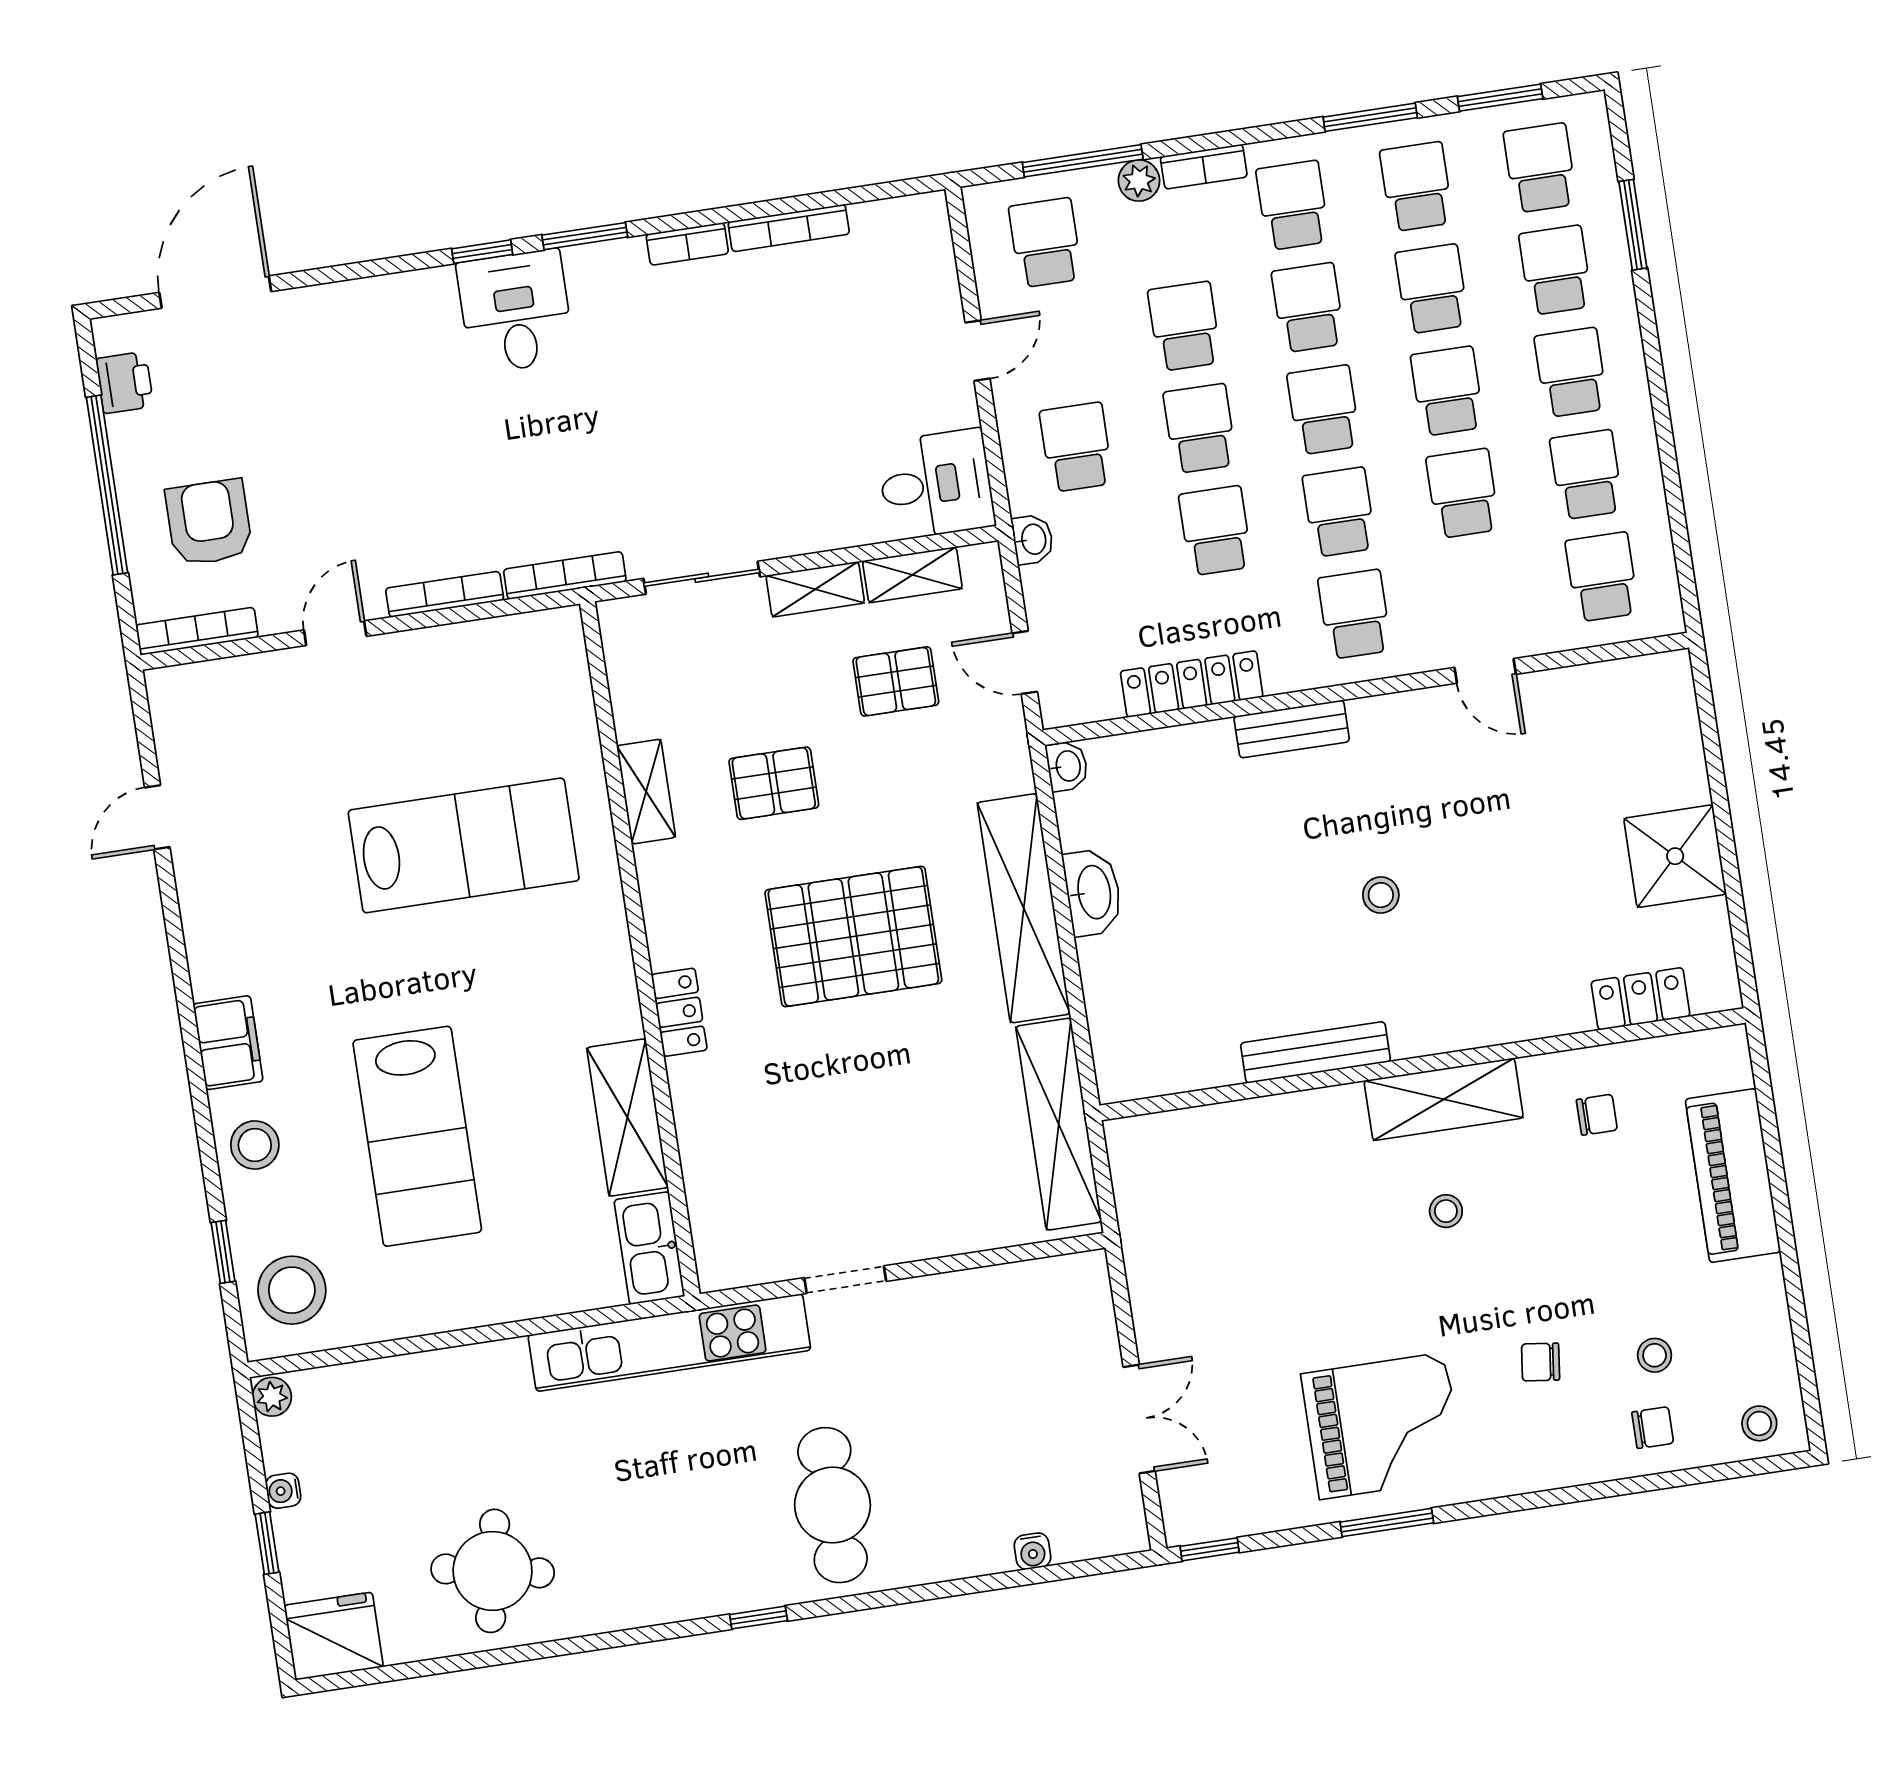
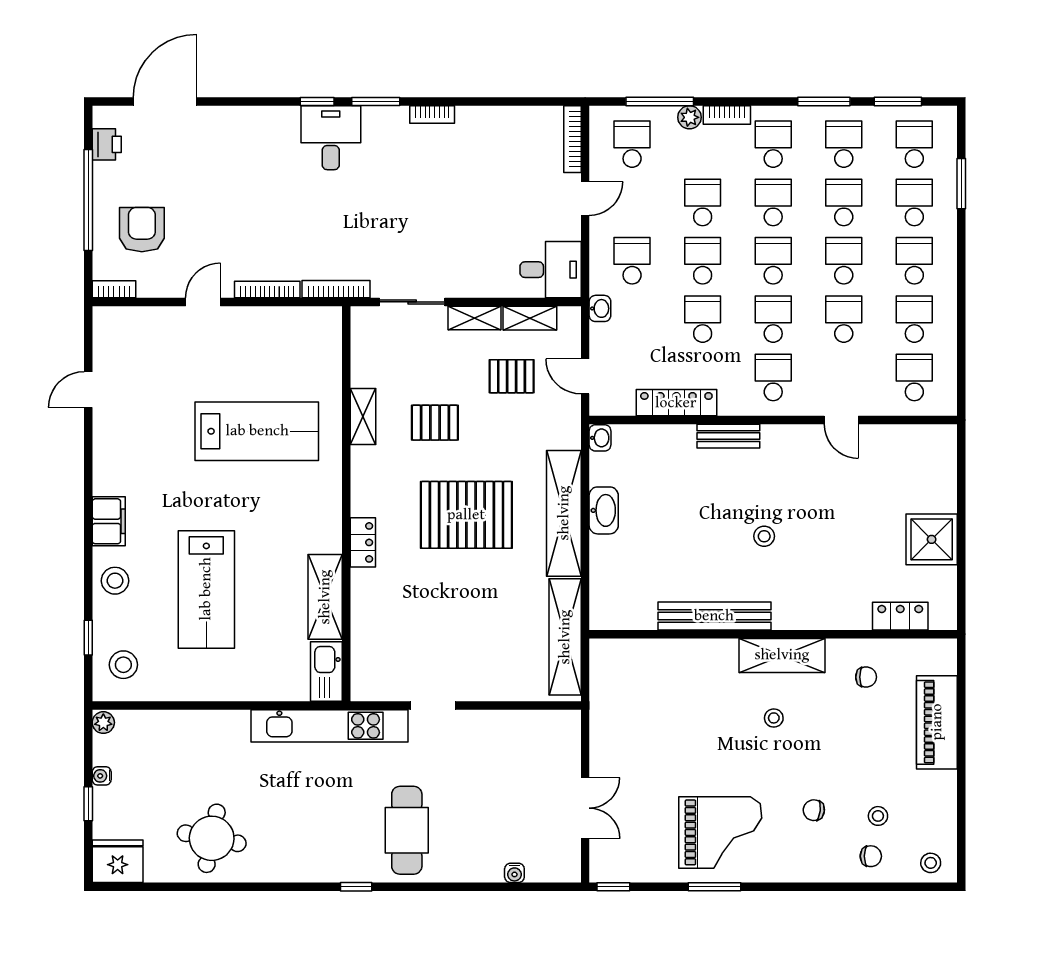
bookcase: (789, 228) -> (572, 139), moved, turned 90
bookcase: (197, 631) -> (114, 289), width x0.64
bench: (1315, 1052) -> (714, 616), width x1.37, depth x1.21
stool: (292, 1290) -> (123, 665), width x0.73, depth x0.73

